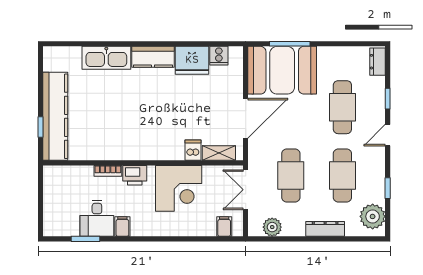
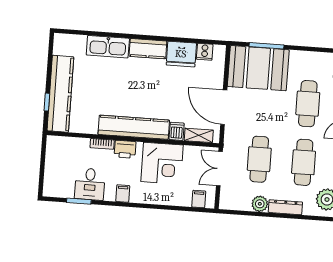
door: (246, 118) -> (224, 107), swing flipped
kitchen counter: (143, 149) -> (134, 127), added
filing cabinet: (122, 227) -> (123, 194), moved
plant: (272, 227) -> (260, 204), moved

